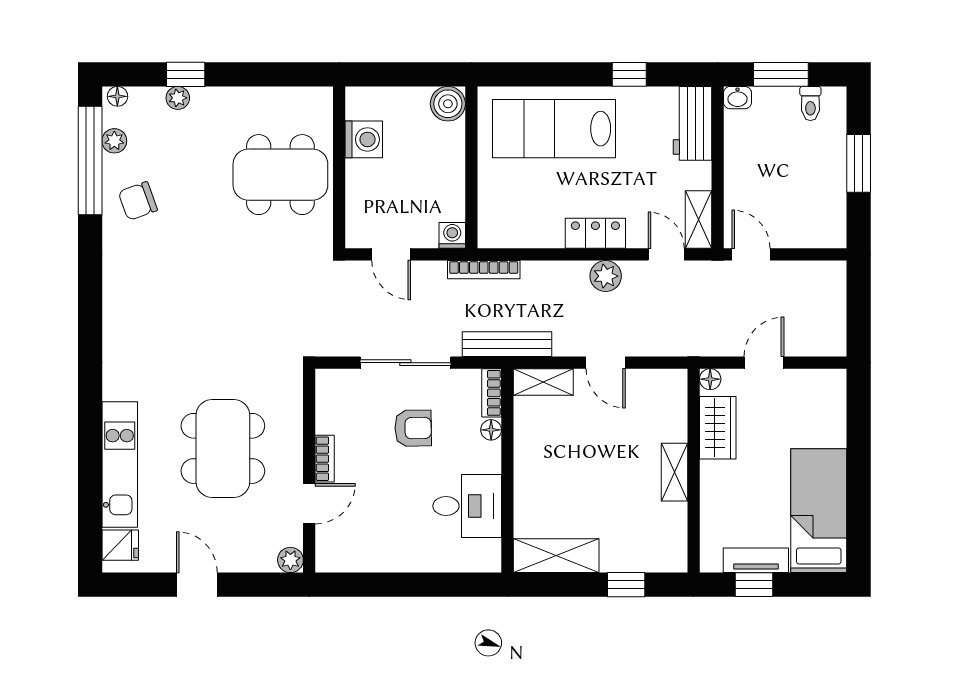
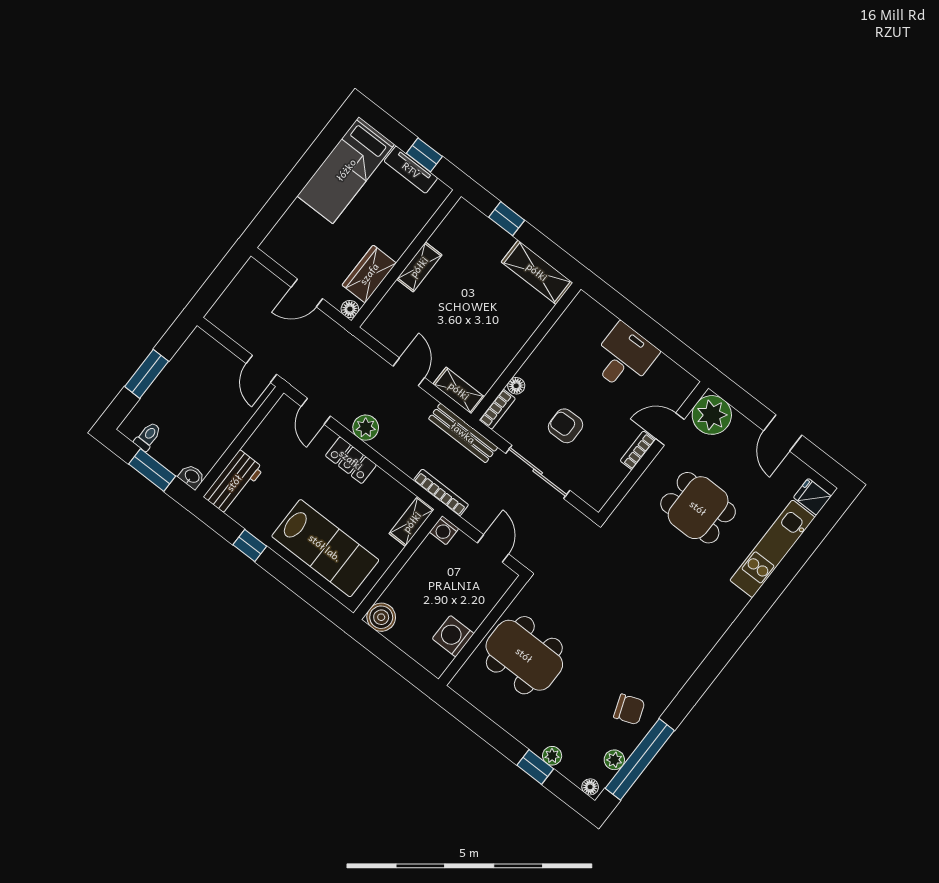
shelving: (699, 219) -> (412, 522), moved
dining table: (223, 448) -> (698, 508), width x0.73
desk: (467, 506) -> (624, 357), moved, turned 90
plant: (290, 560) -> (712, 415), width x1.87, depth x1.87

